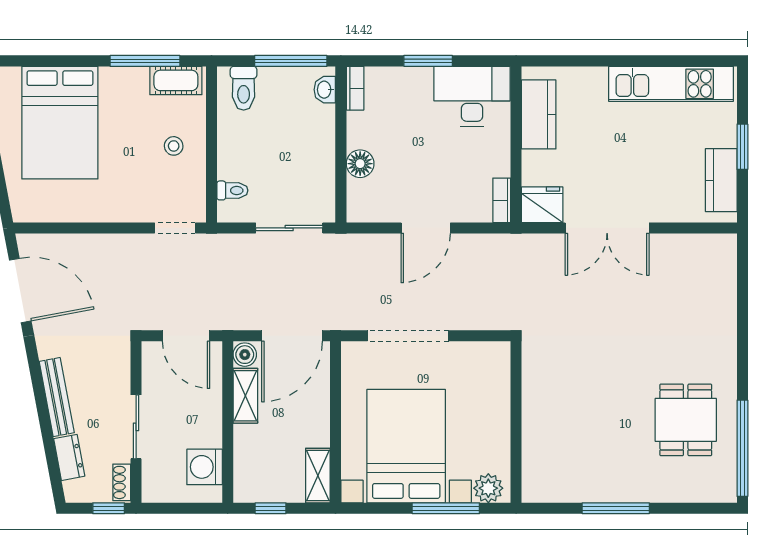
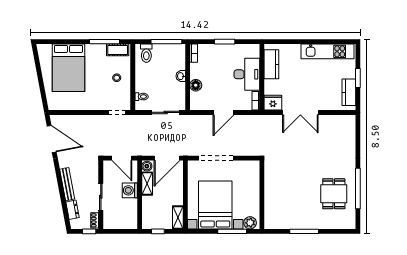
washbasin: (325, 90) -> (181, 76), moved
desk: (472, 96) -> (247, 74), moved, turned 90
window: (742, 448) -> (358, 188), moved
washing machine: (205, 467) -> (130, 190), moved

